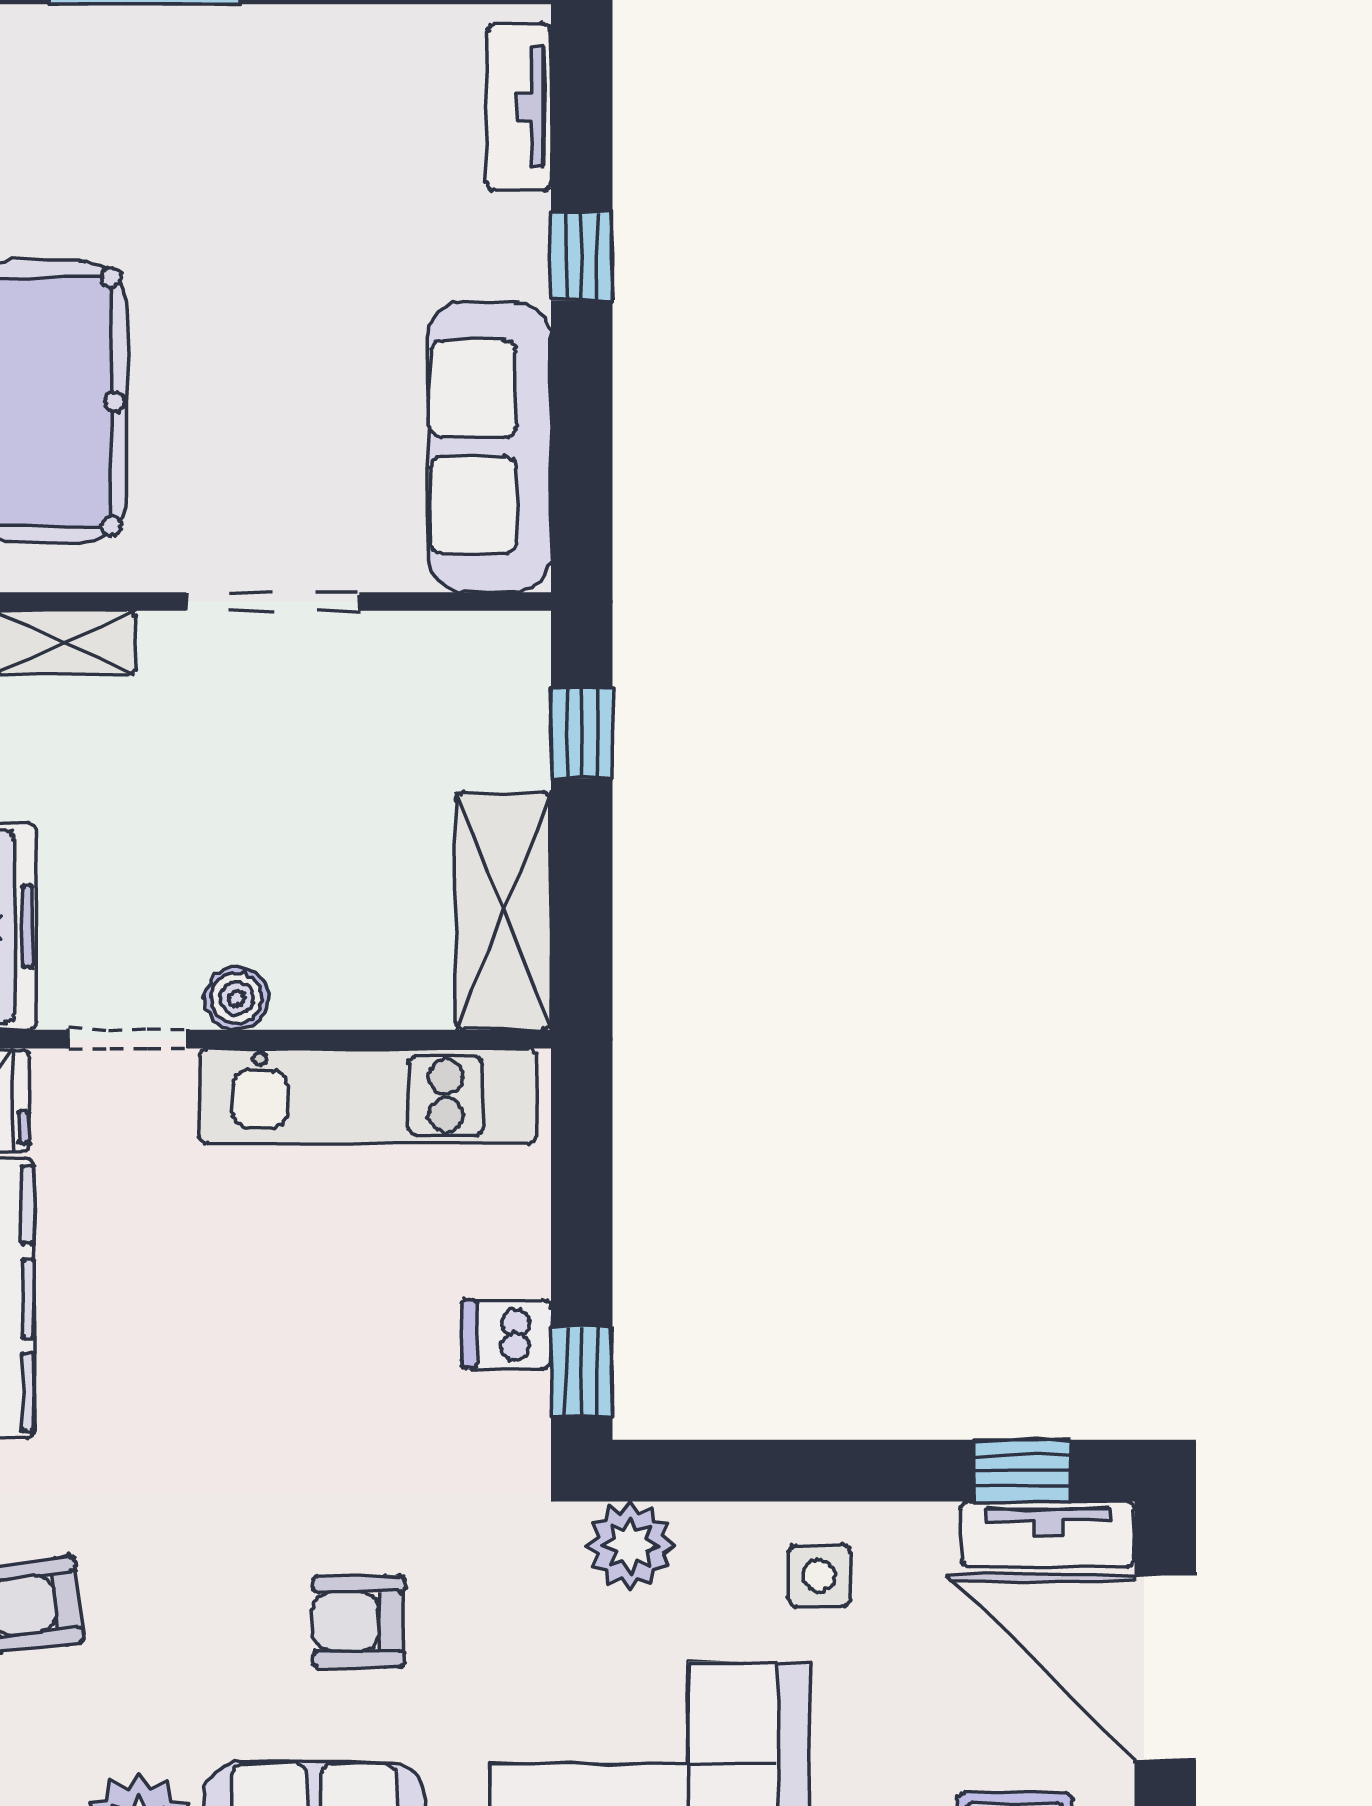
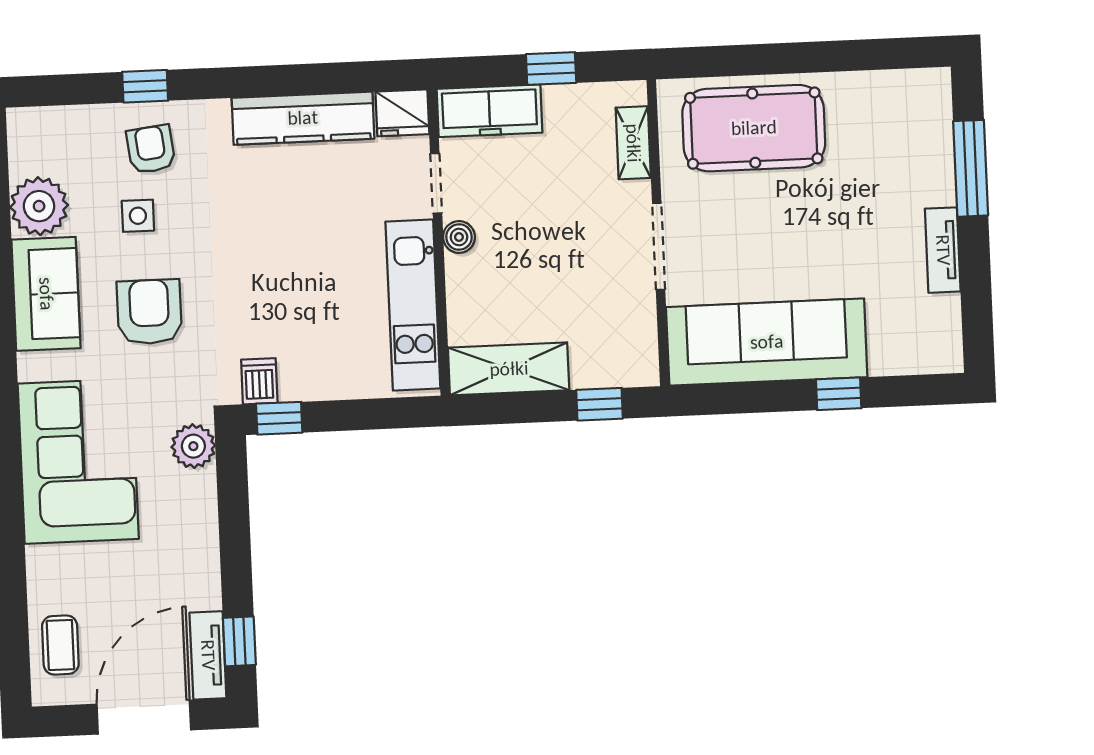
tv unit: (519, 107) -> (943, 250), moved, turned -90
sofa: (489, 447) -> (767, 342), width x1.36, depth x1.27
dishwasher: (507, 1334) -> (259, 381), moved
side table: (819, 1576) -> (138, 216), moved
armchair: (359, 1621) -> (149, 312), width x1.38, depth x1.38

